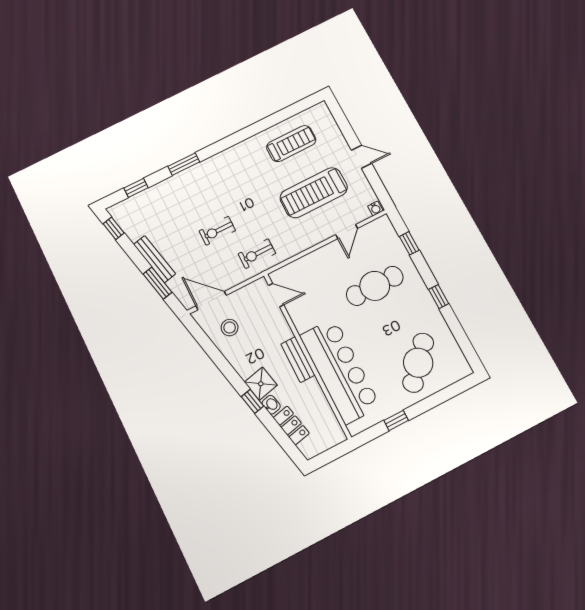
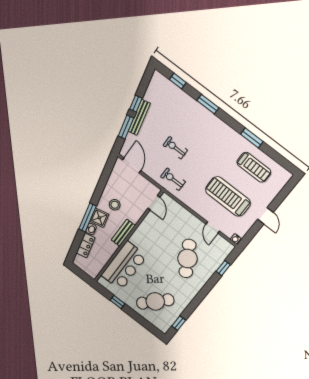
window: (253, 130) -> (252, 138), added
window: (114, 228) -> (136, 104), moved
door: (347, 232) -> (213, 228), hinge flipped
cafe table: (375, 286) -> (187, 259), turned 60
window: (439, 297) -> (179, 323), moved
stool: (230, 328) -> (115, 205), moved
bar counter: (340, 371) -> (124, 266), width x0.73
window: (252, 401) -> (87, 218), width x2.17

